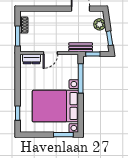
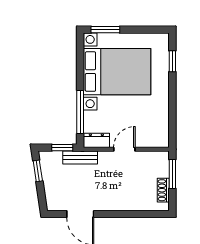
plant: (99, 24) -> (53, 191), removed
dresser: (32, 59) -> (96, 140), moved

